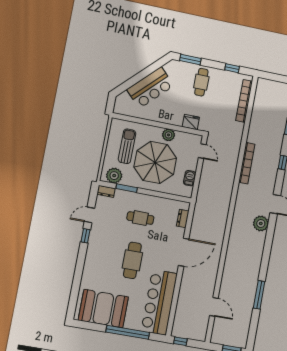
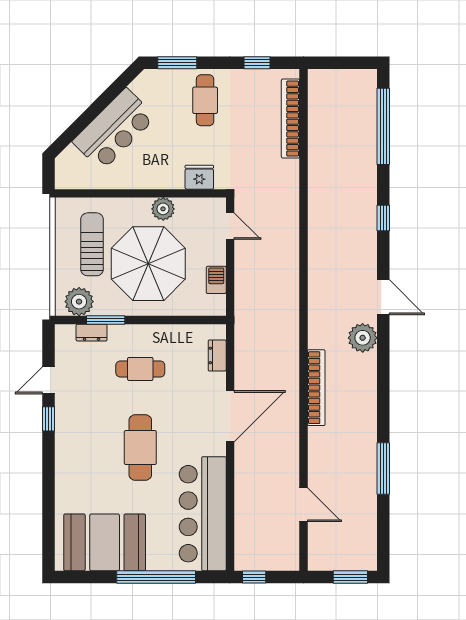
bookcase: (247, 163) -> (316, 388), moved
dresser: (106, 191) -> (92, 333), moved

